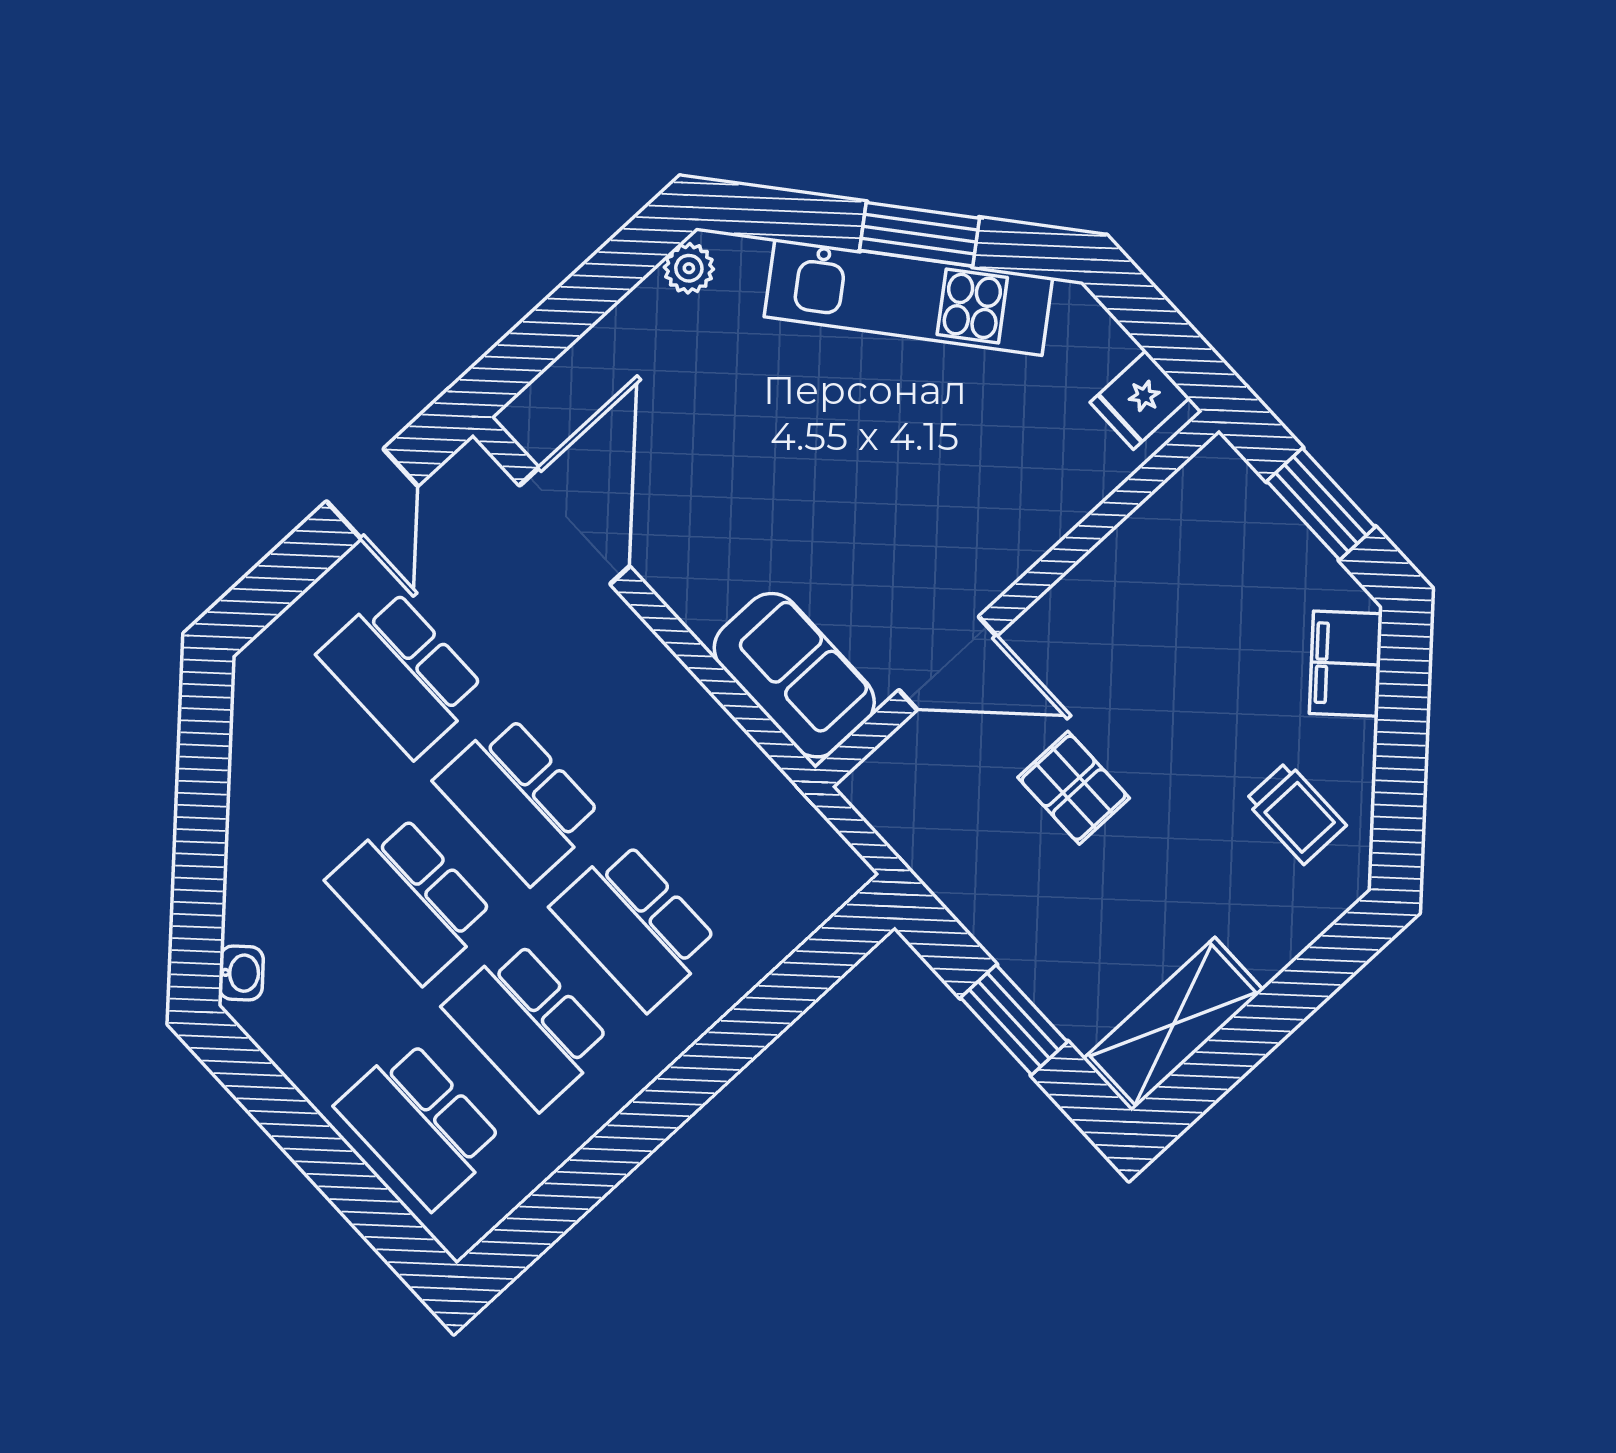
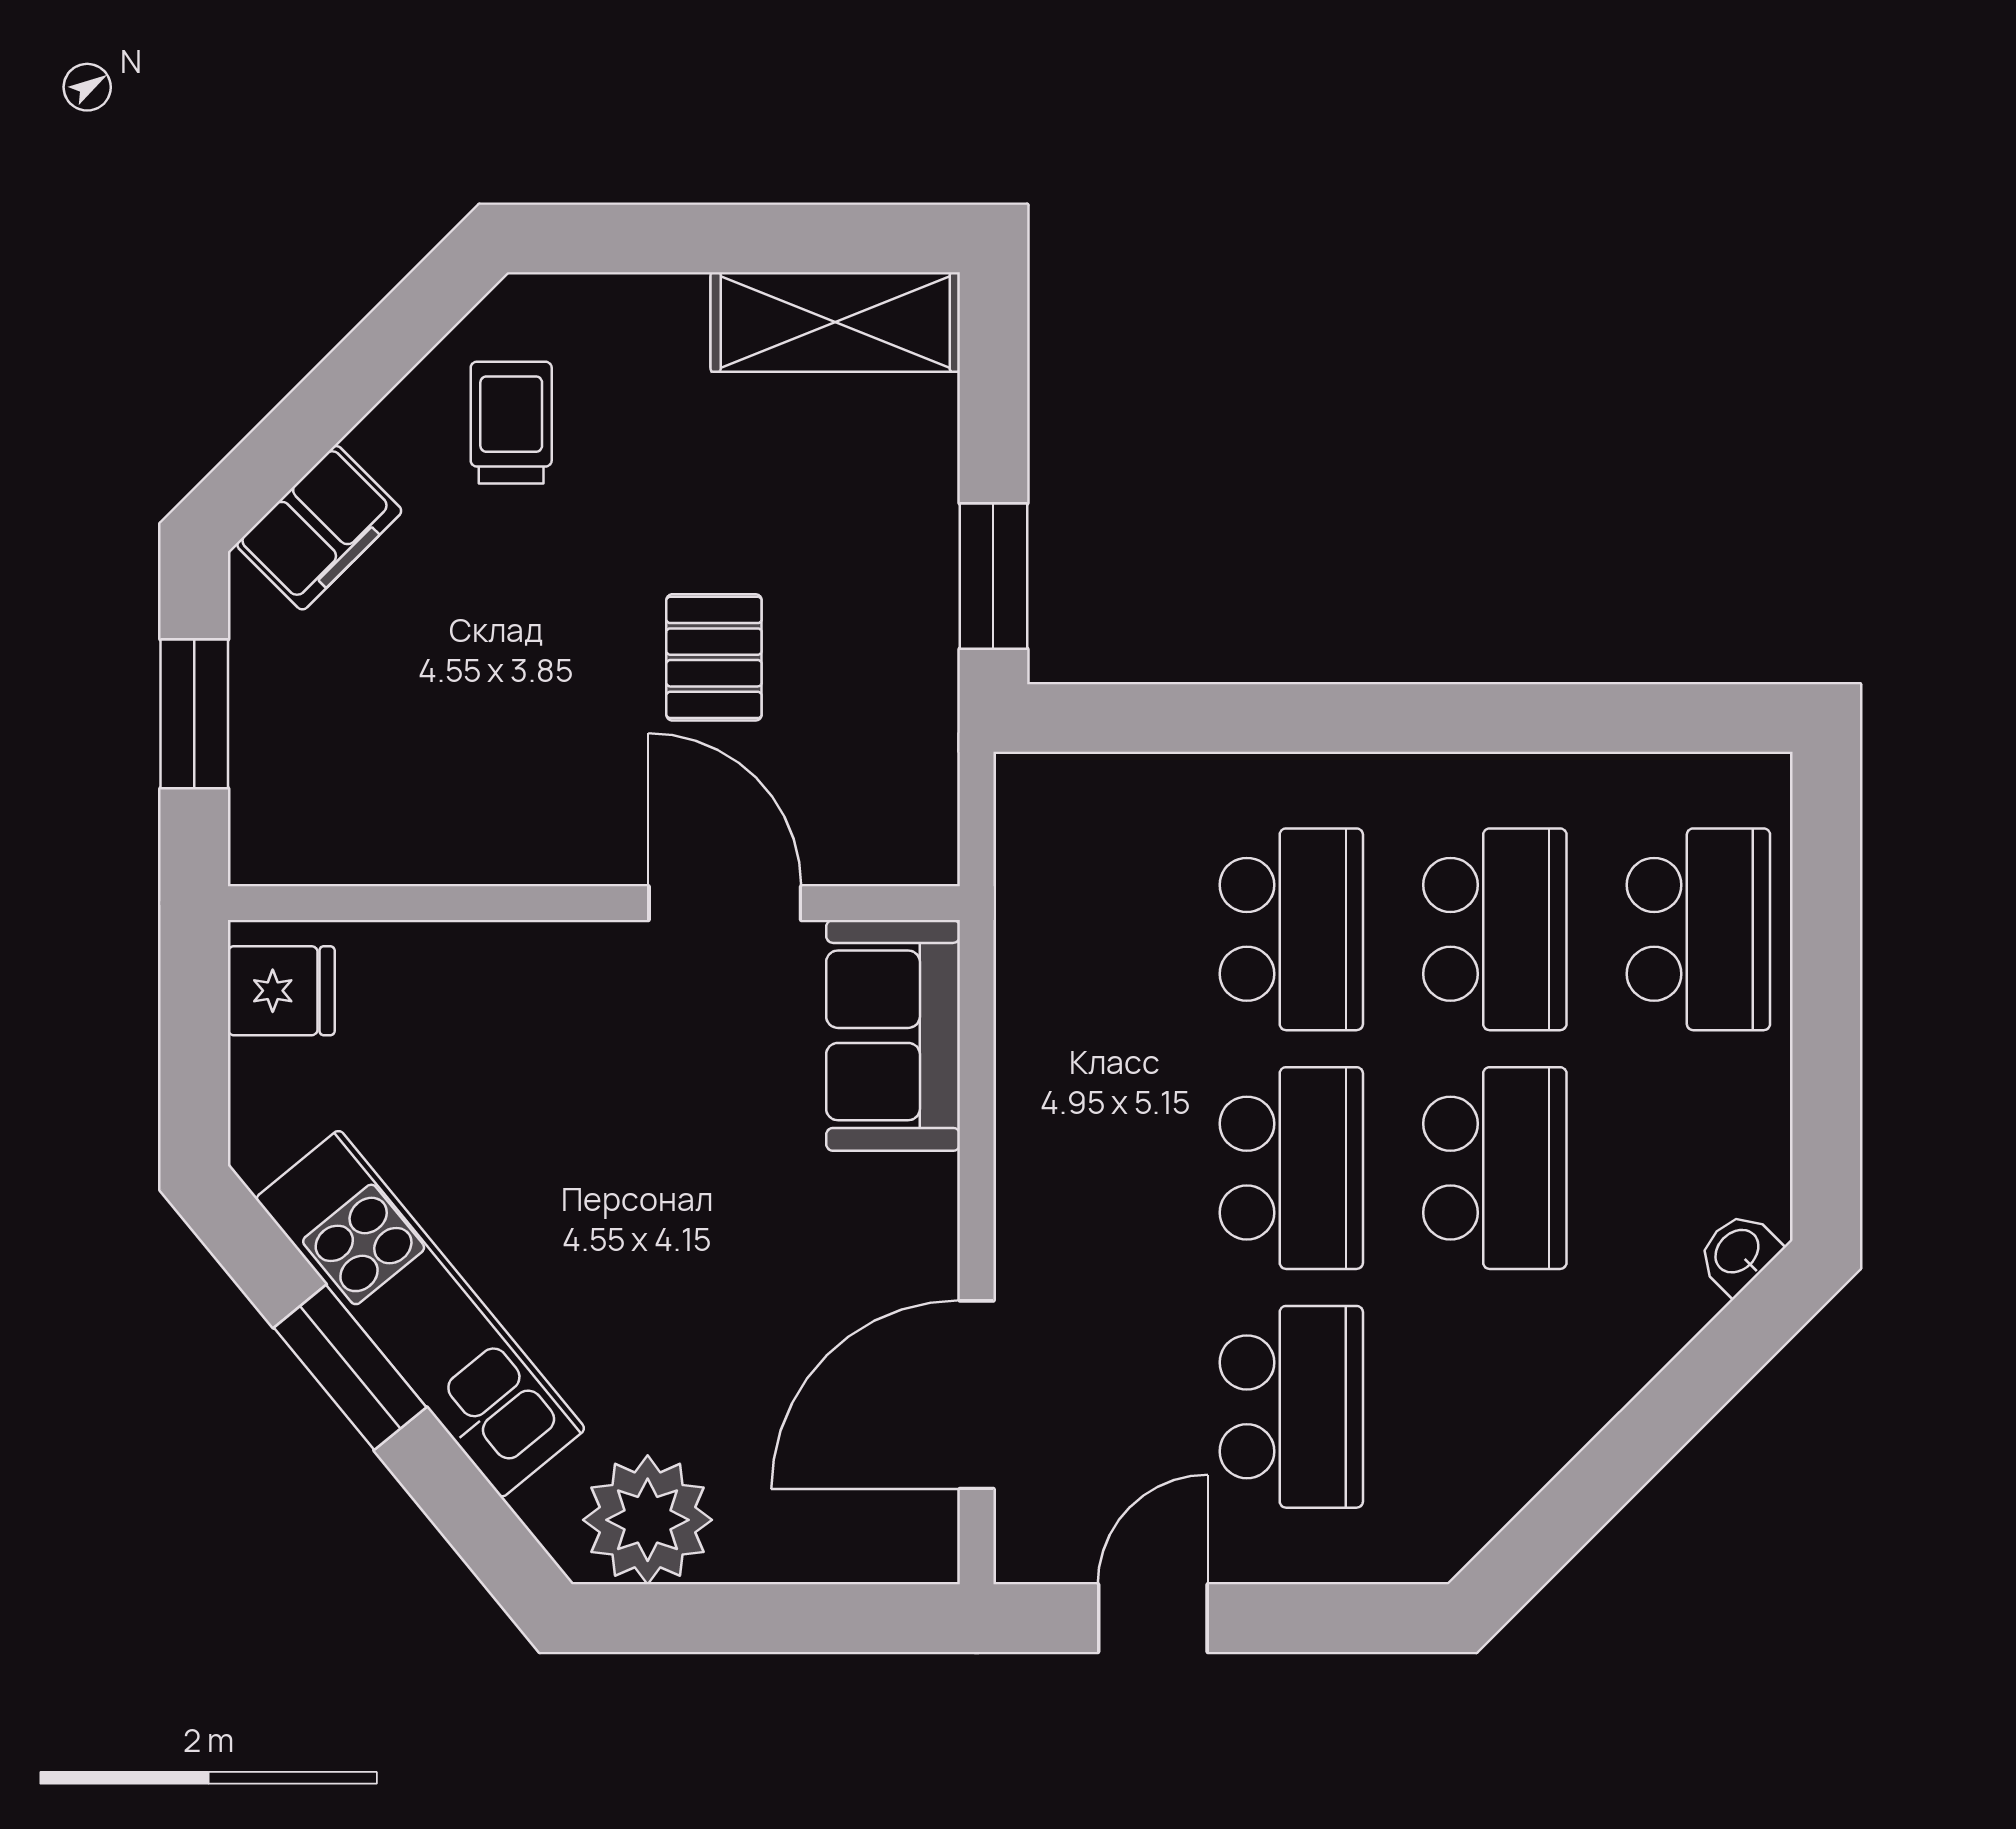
plant: (689, 268) -> (648, 1520), width x1.87, depth x1.87
window: (1014, 1020) -> (993, 576), moved

